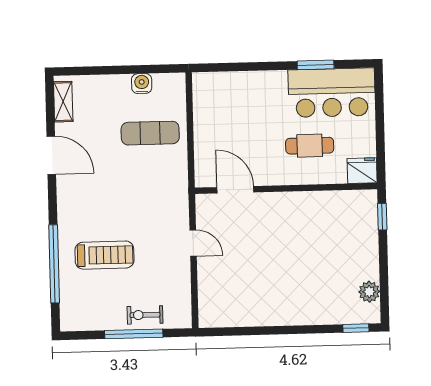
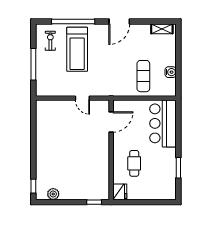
bar counter: (332, 93) -> (163, 123), moved
door: (51, 155) -> (119, 22), moved
door: (193, 243) -> (82, 98), hinge flipped
treadmill: (104, 255) -> (77, 49), width x1.37, depth x1.38
exercise bike: (145, 315) -> (50, 41), moved

